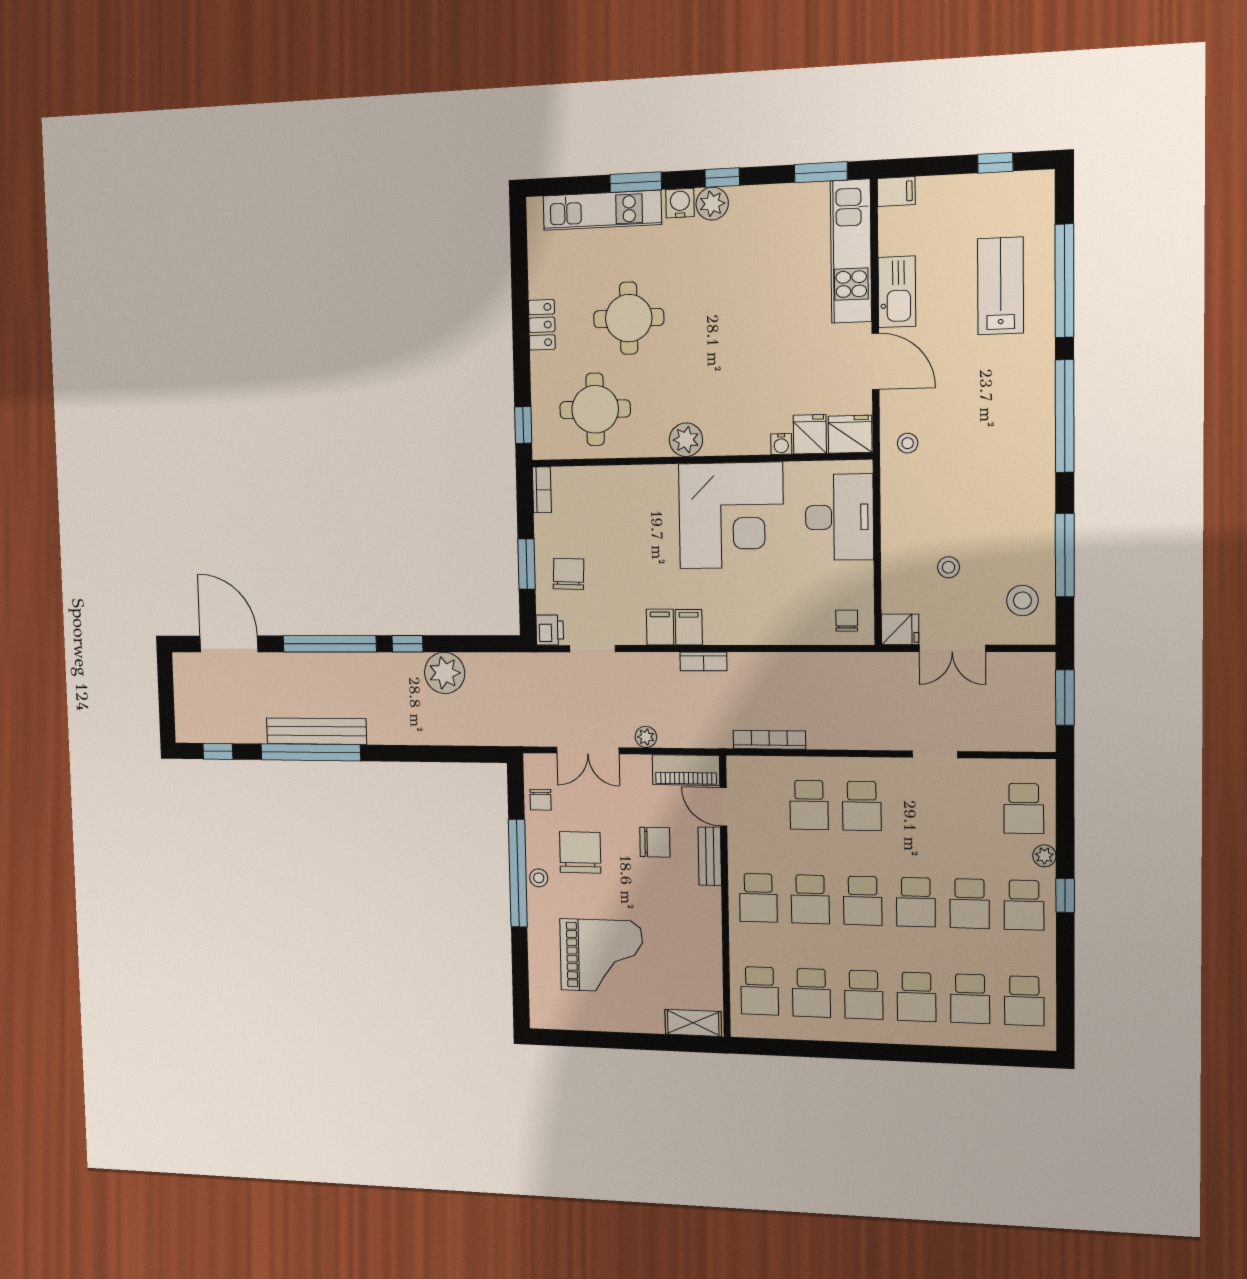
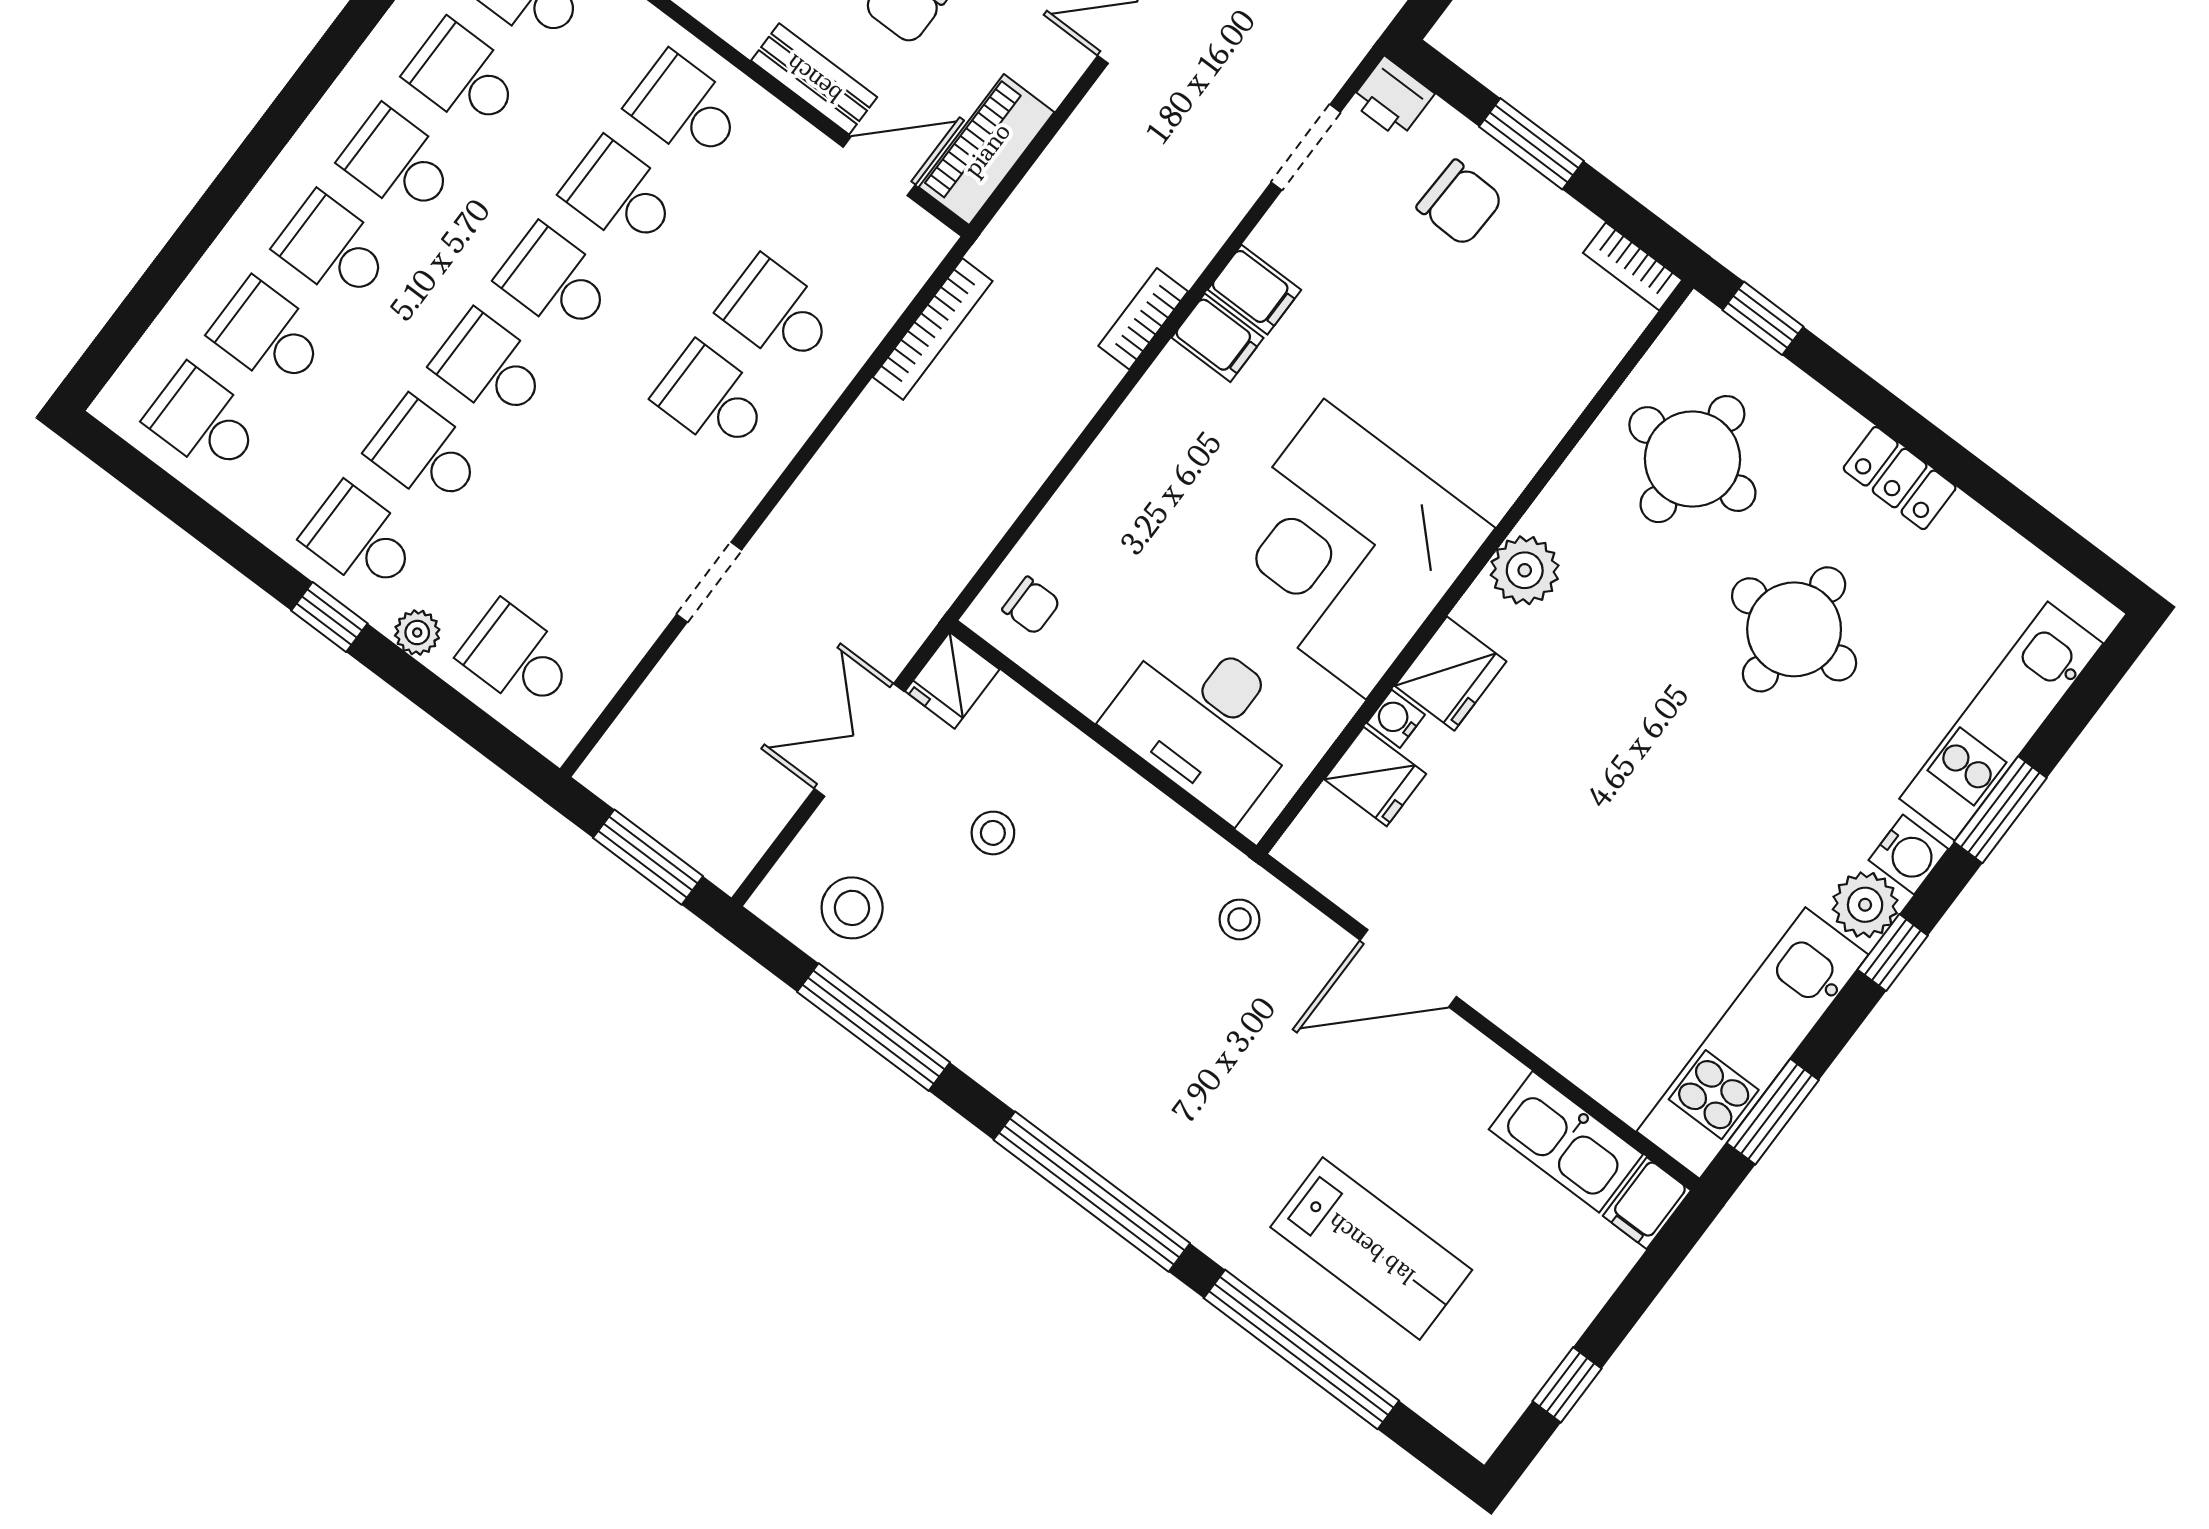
kitchen unit: (851, 251) -> (1753, 1043), moved, turned -90
kitchen sink: (897, 292) -> (1566, 1142), moved
fridge: (850, 434) -> (1451, 674), moved
plant: (646, 737) -> (1092, 124), removed

